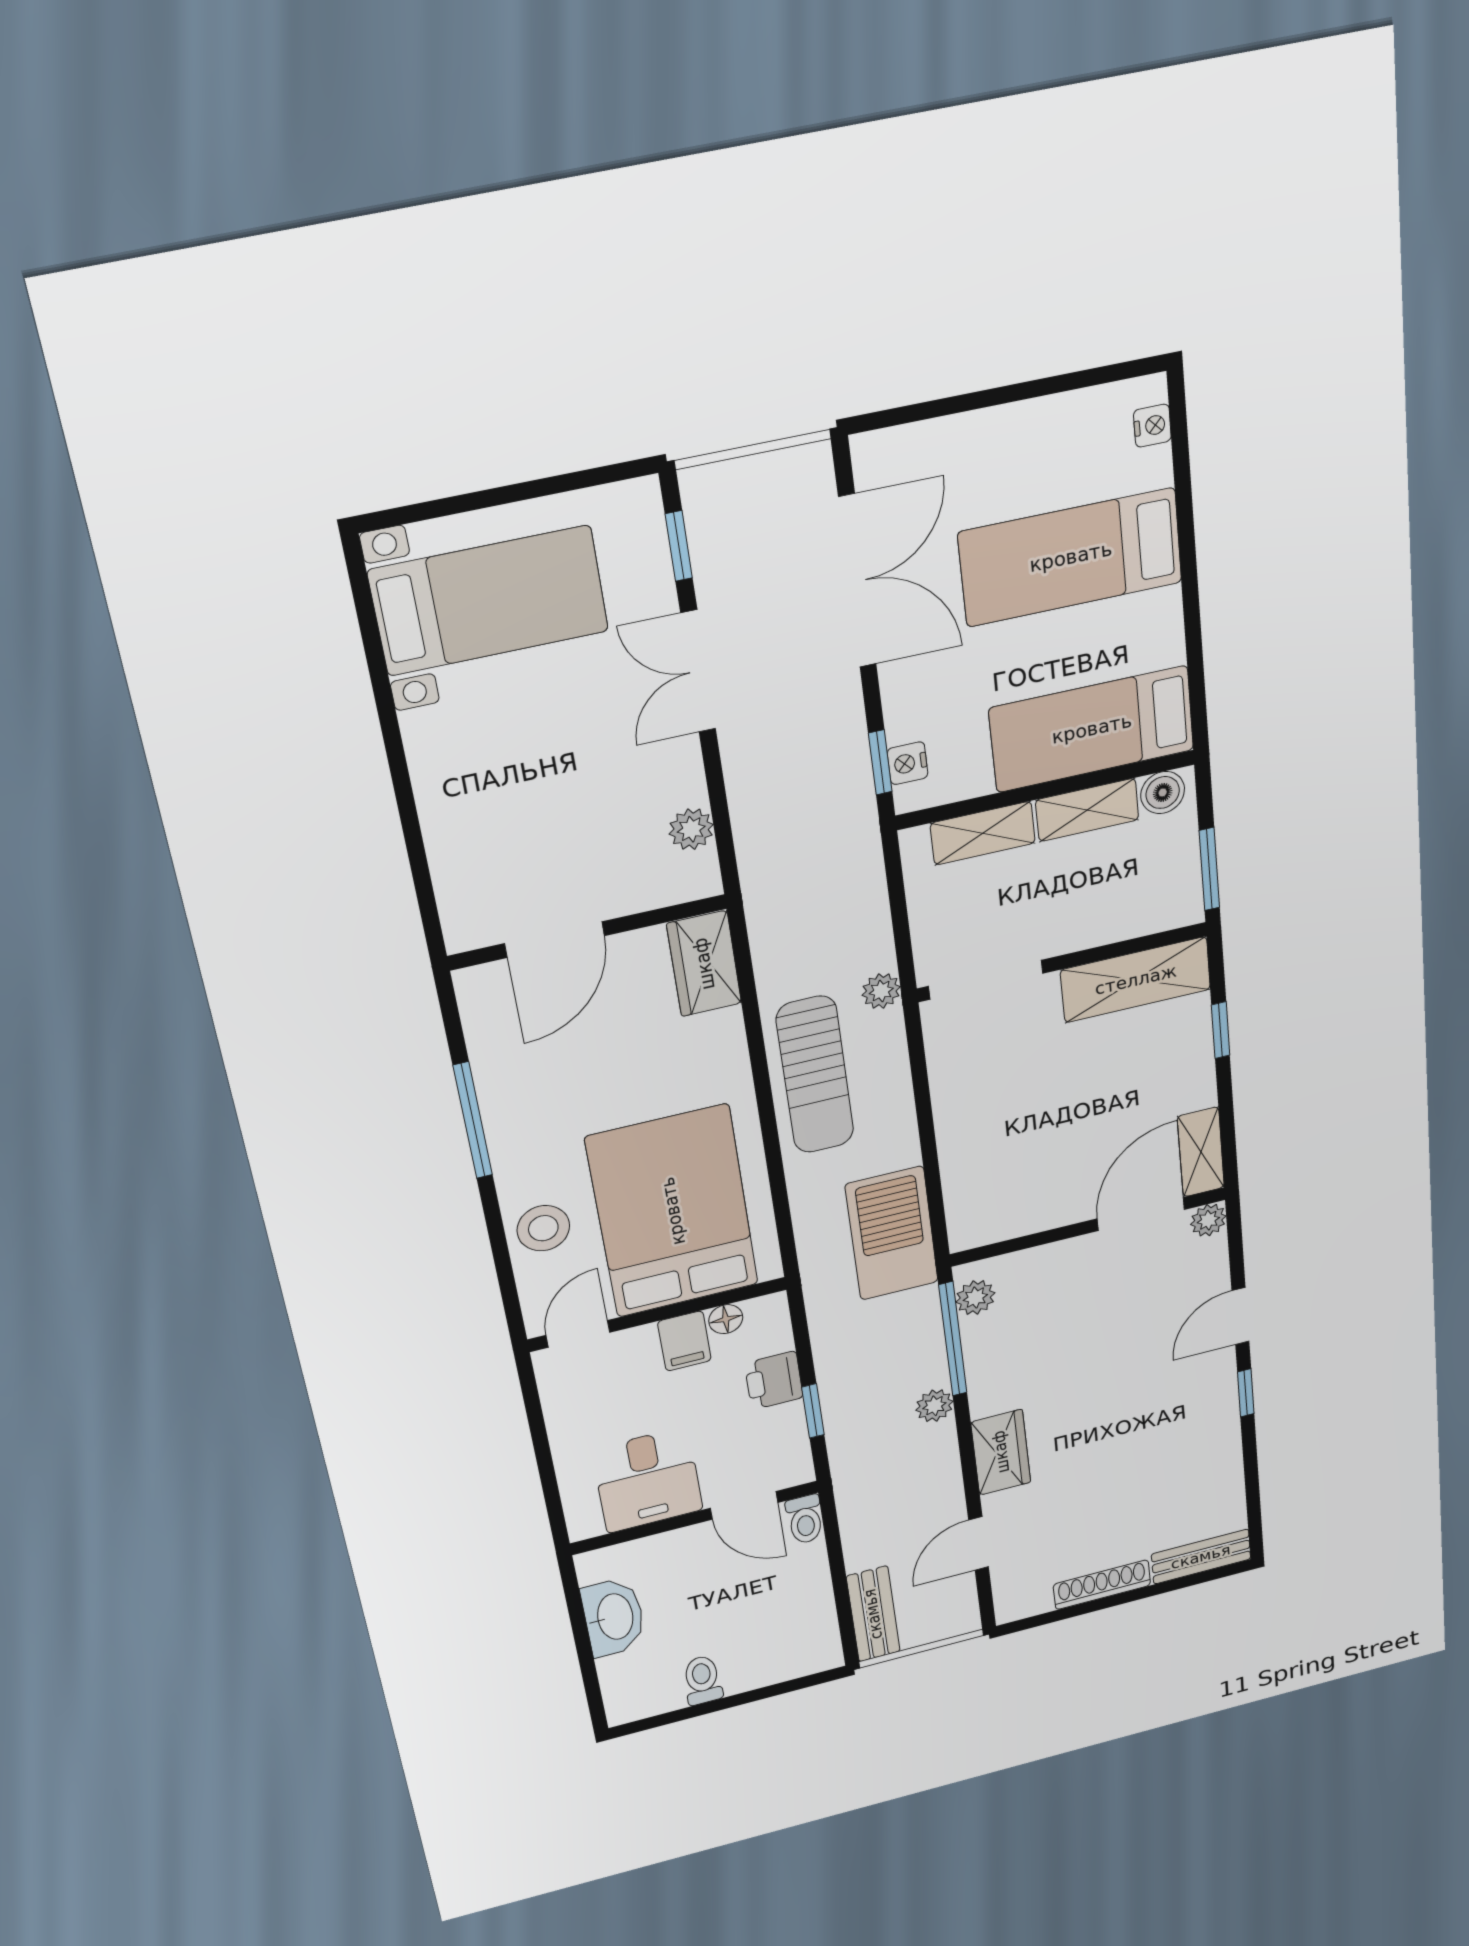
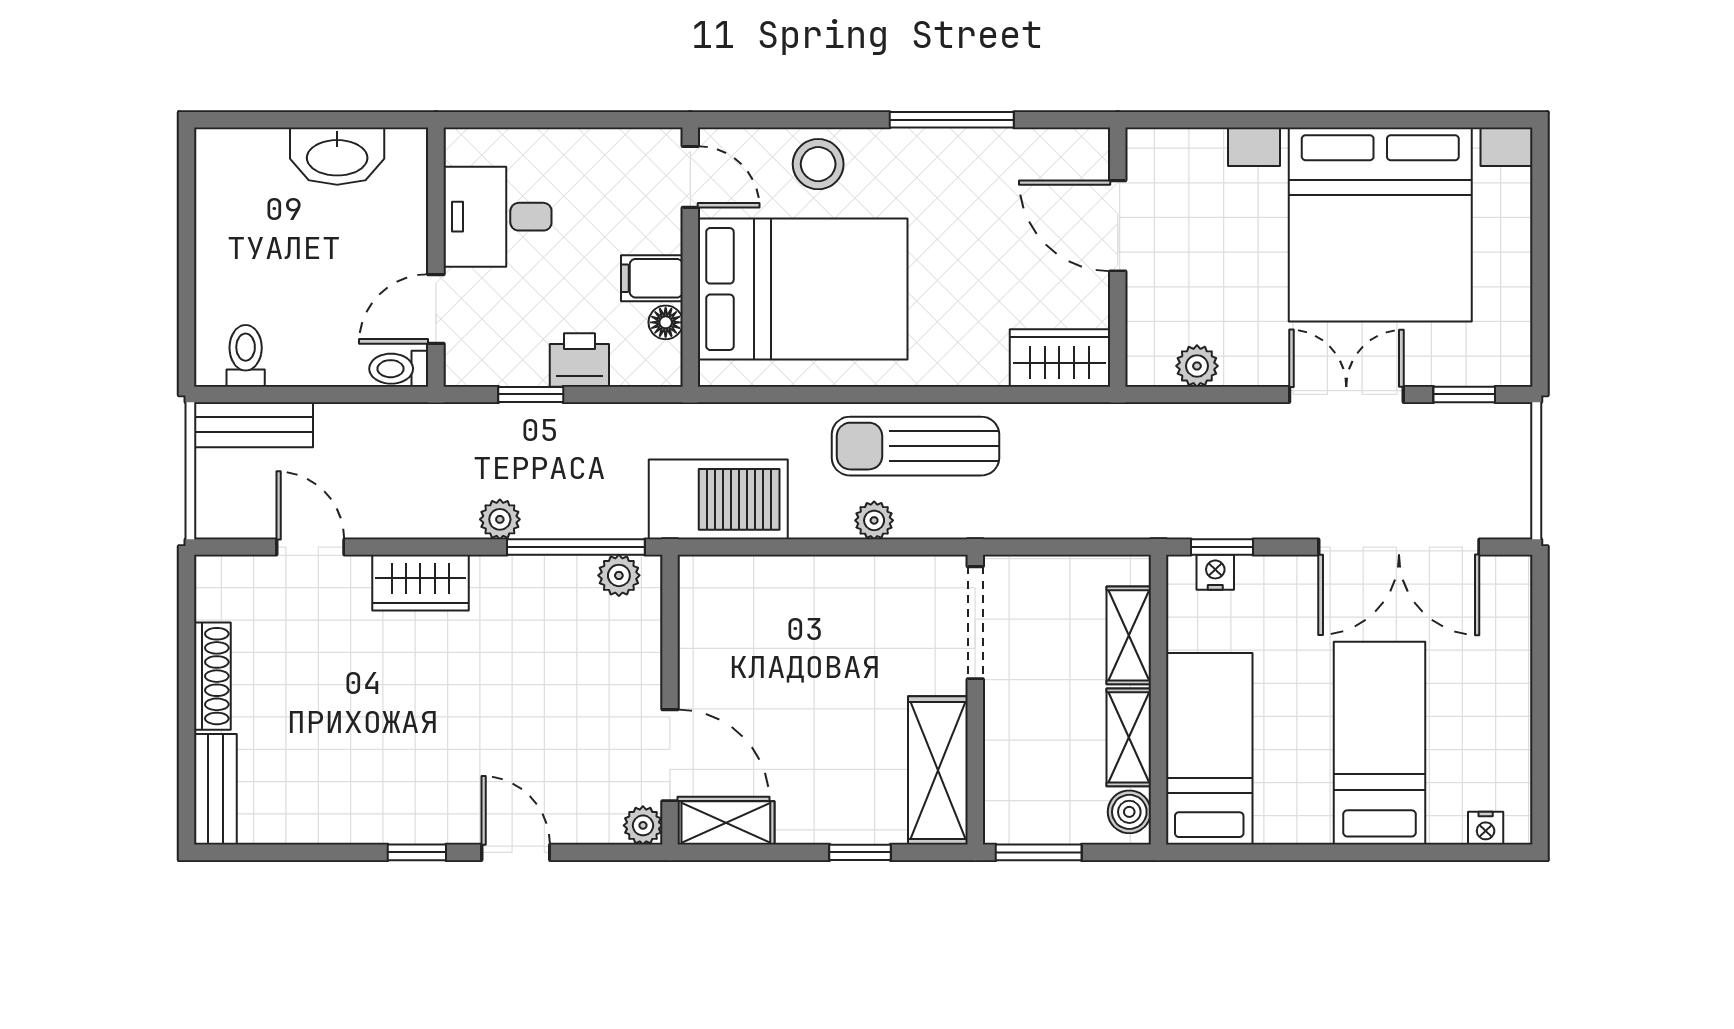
bed with nightstands: (489, 601) -> (1380, 224), width x1.85
plant: (881, 991) -> (874, 520), moved
toilet: (702, 1680) -> (246, 356), moved, turned -90

